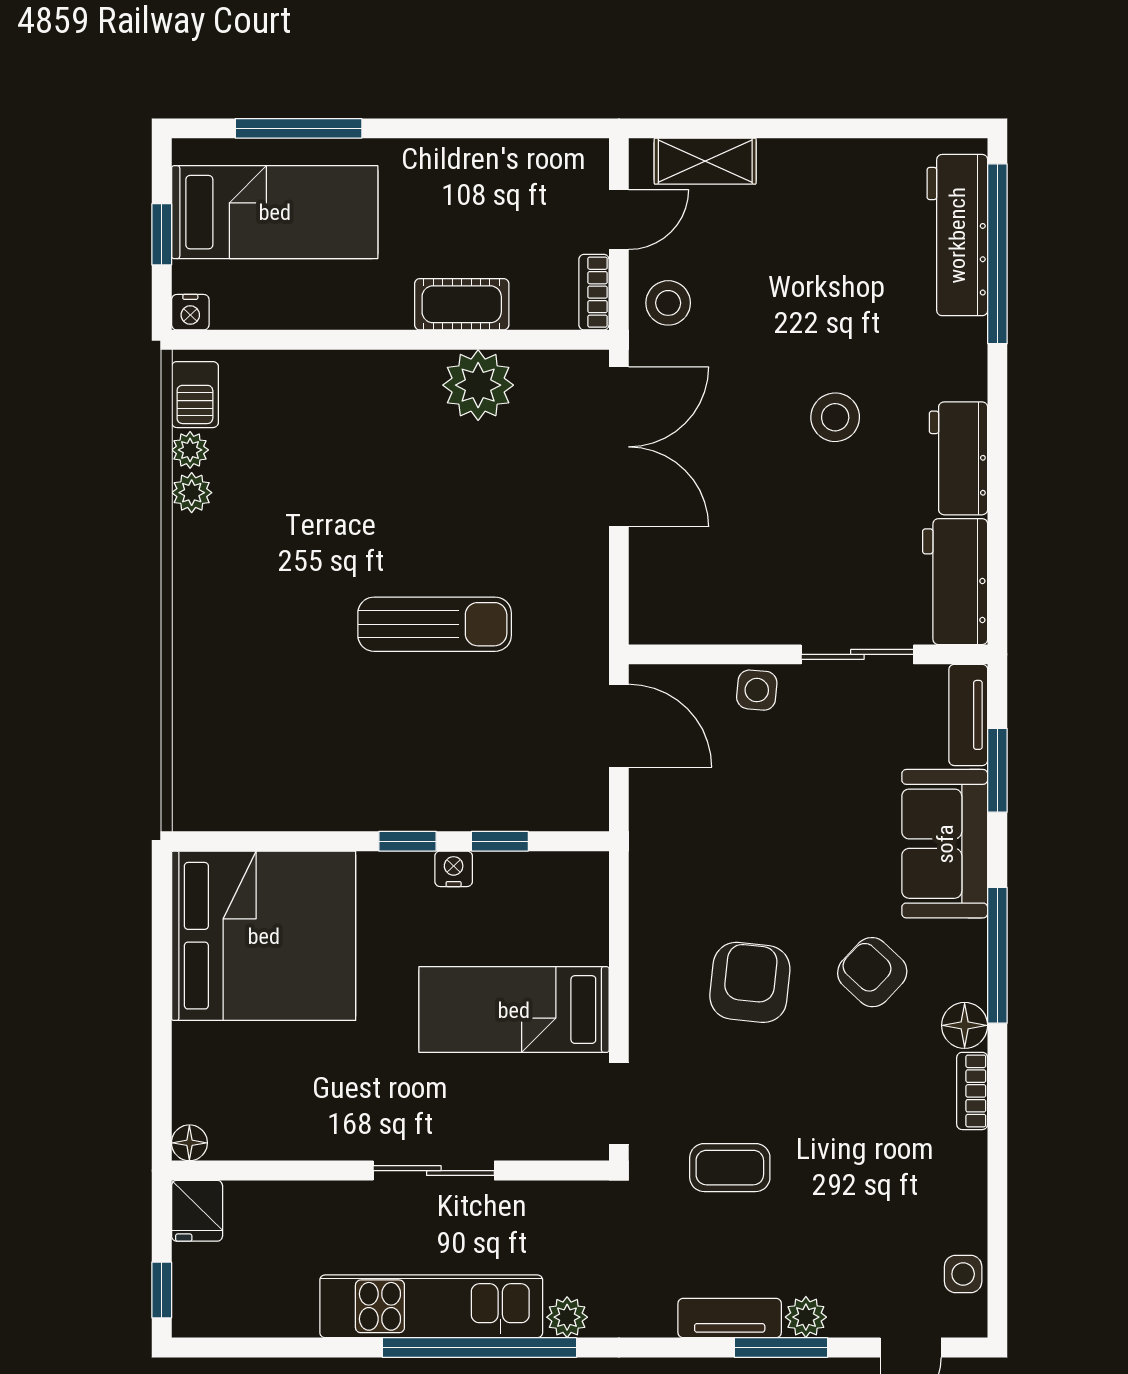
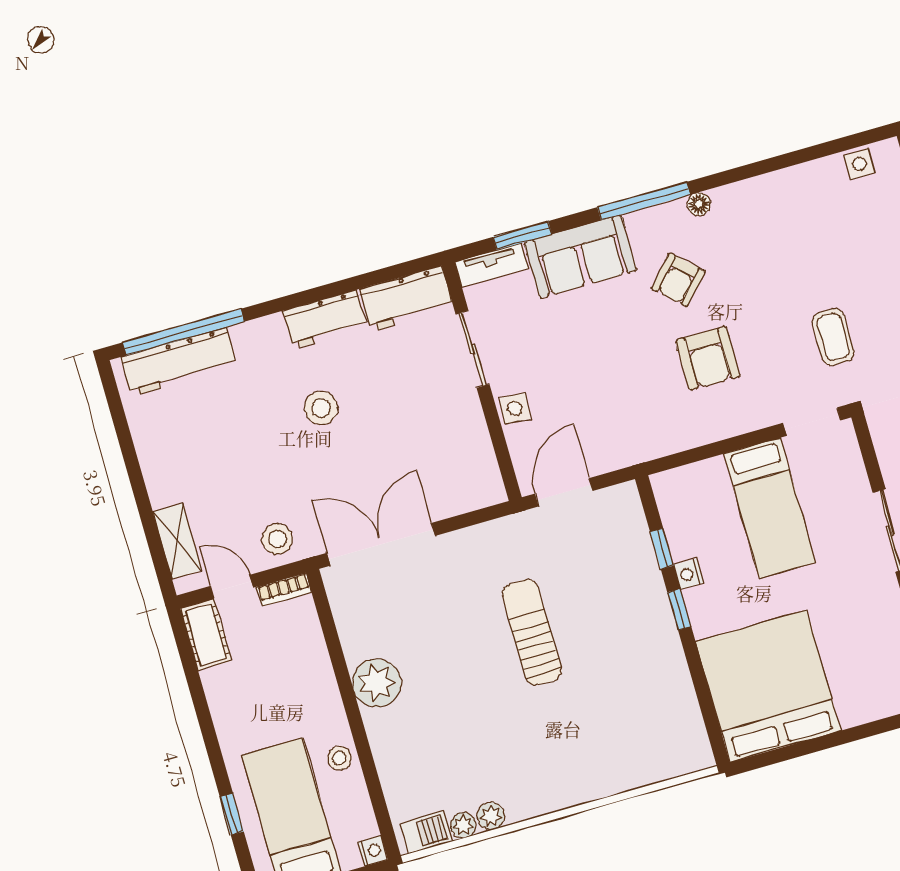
window: (299, 128) -> (232, 814), width x0.46
stool: (334, 303) -> (339, 758), added
cot: (462, 304) -> (206, 635), moved
plant: (478, 385) -> (377, 683), moved
armchair: (750, 982) -> (708, 358), turned -96
floor lamp: (965, 1025) -> (699, 204), width x0.73, depth x0.73
bookcase: (972, 1091) -> (738, 192), removed

